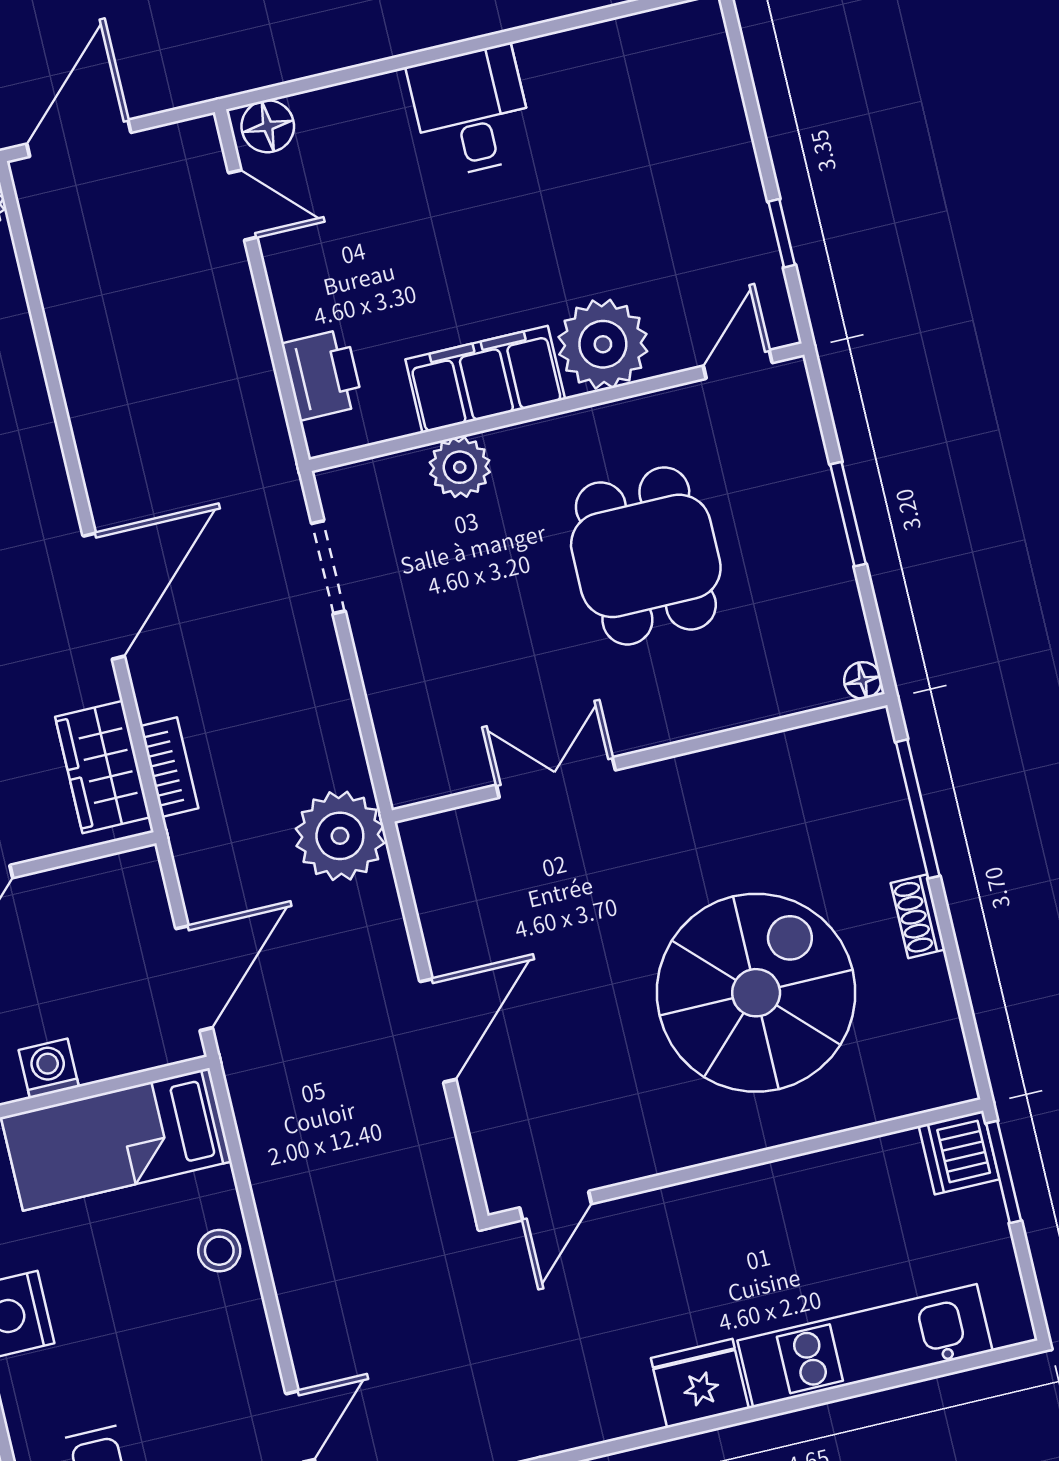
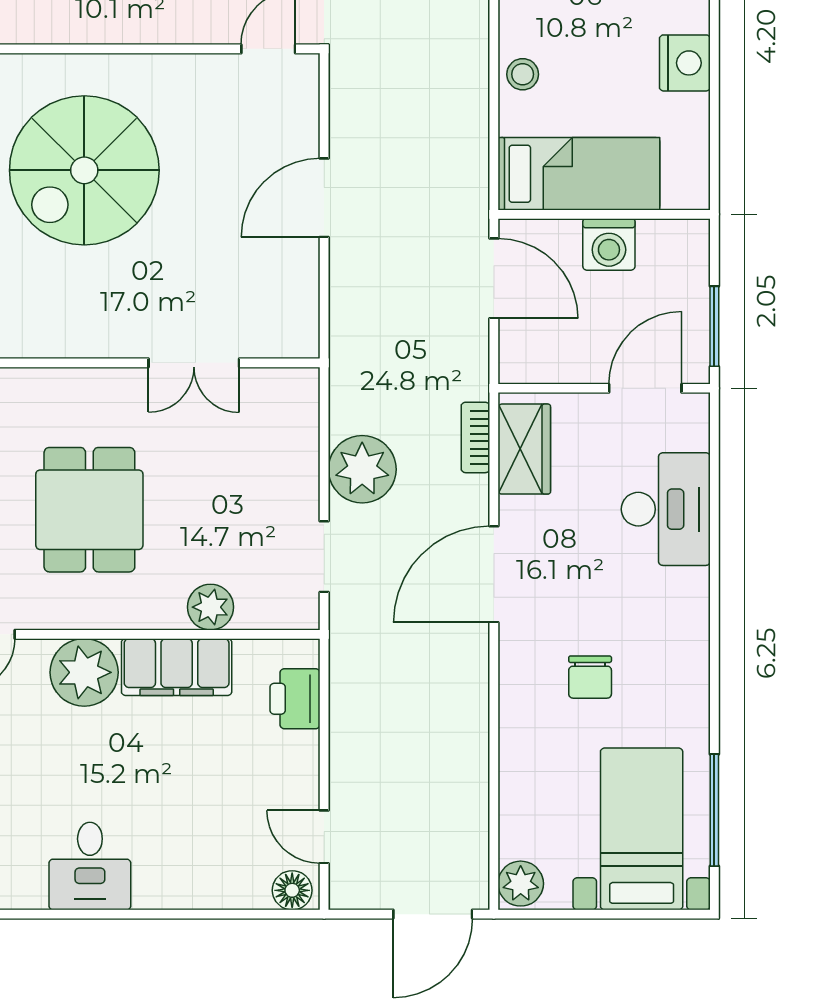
desk: (471, 111) -> (90, 866), moved
plant: (340, 836) -> (362, 469), moved
door: (194, 978) -> (494, 278), swing flipped
washing machine: (49, 1068) -> (609, 245), width x1.38, depth x1.38

